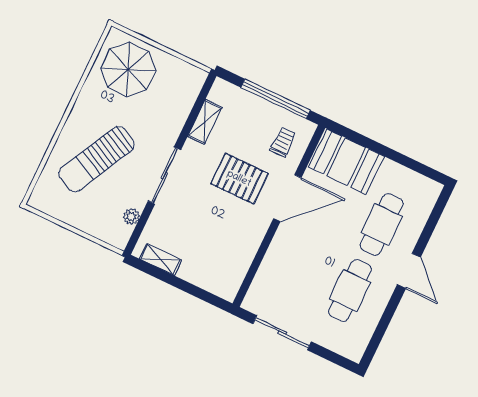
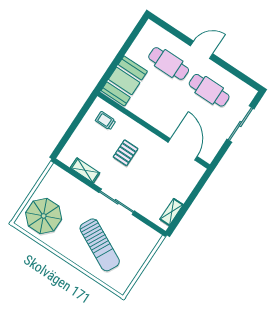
window: (275, 99) -> (76, 122), removed
pallet: (239, 179) -> (126, 153), width x0.67, depth x0.71
door: (287, 198) -> (183, 149), moved
plant: (131, 217) -> (141, 227), removed
sliding door: (282, 333) -> (241, 124), moved

